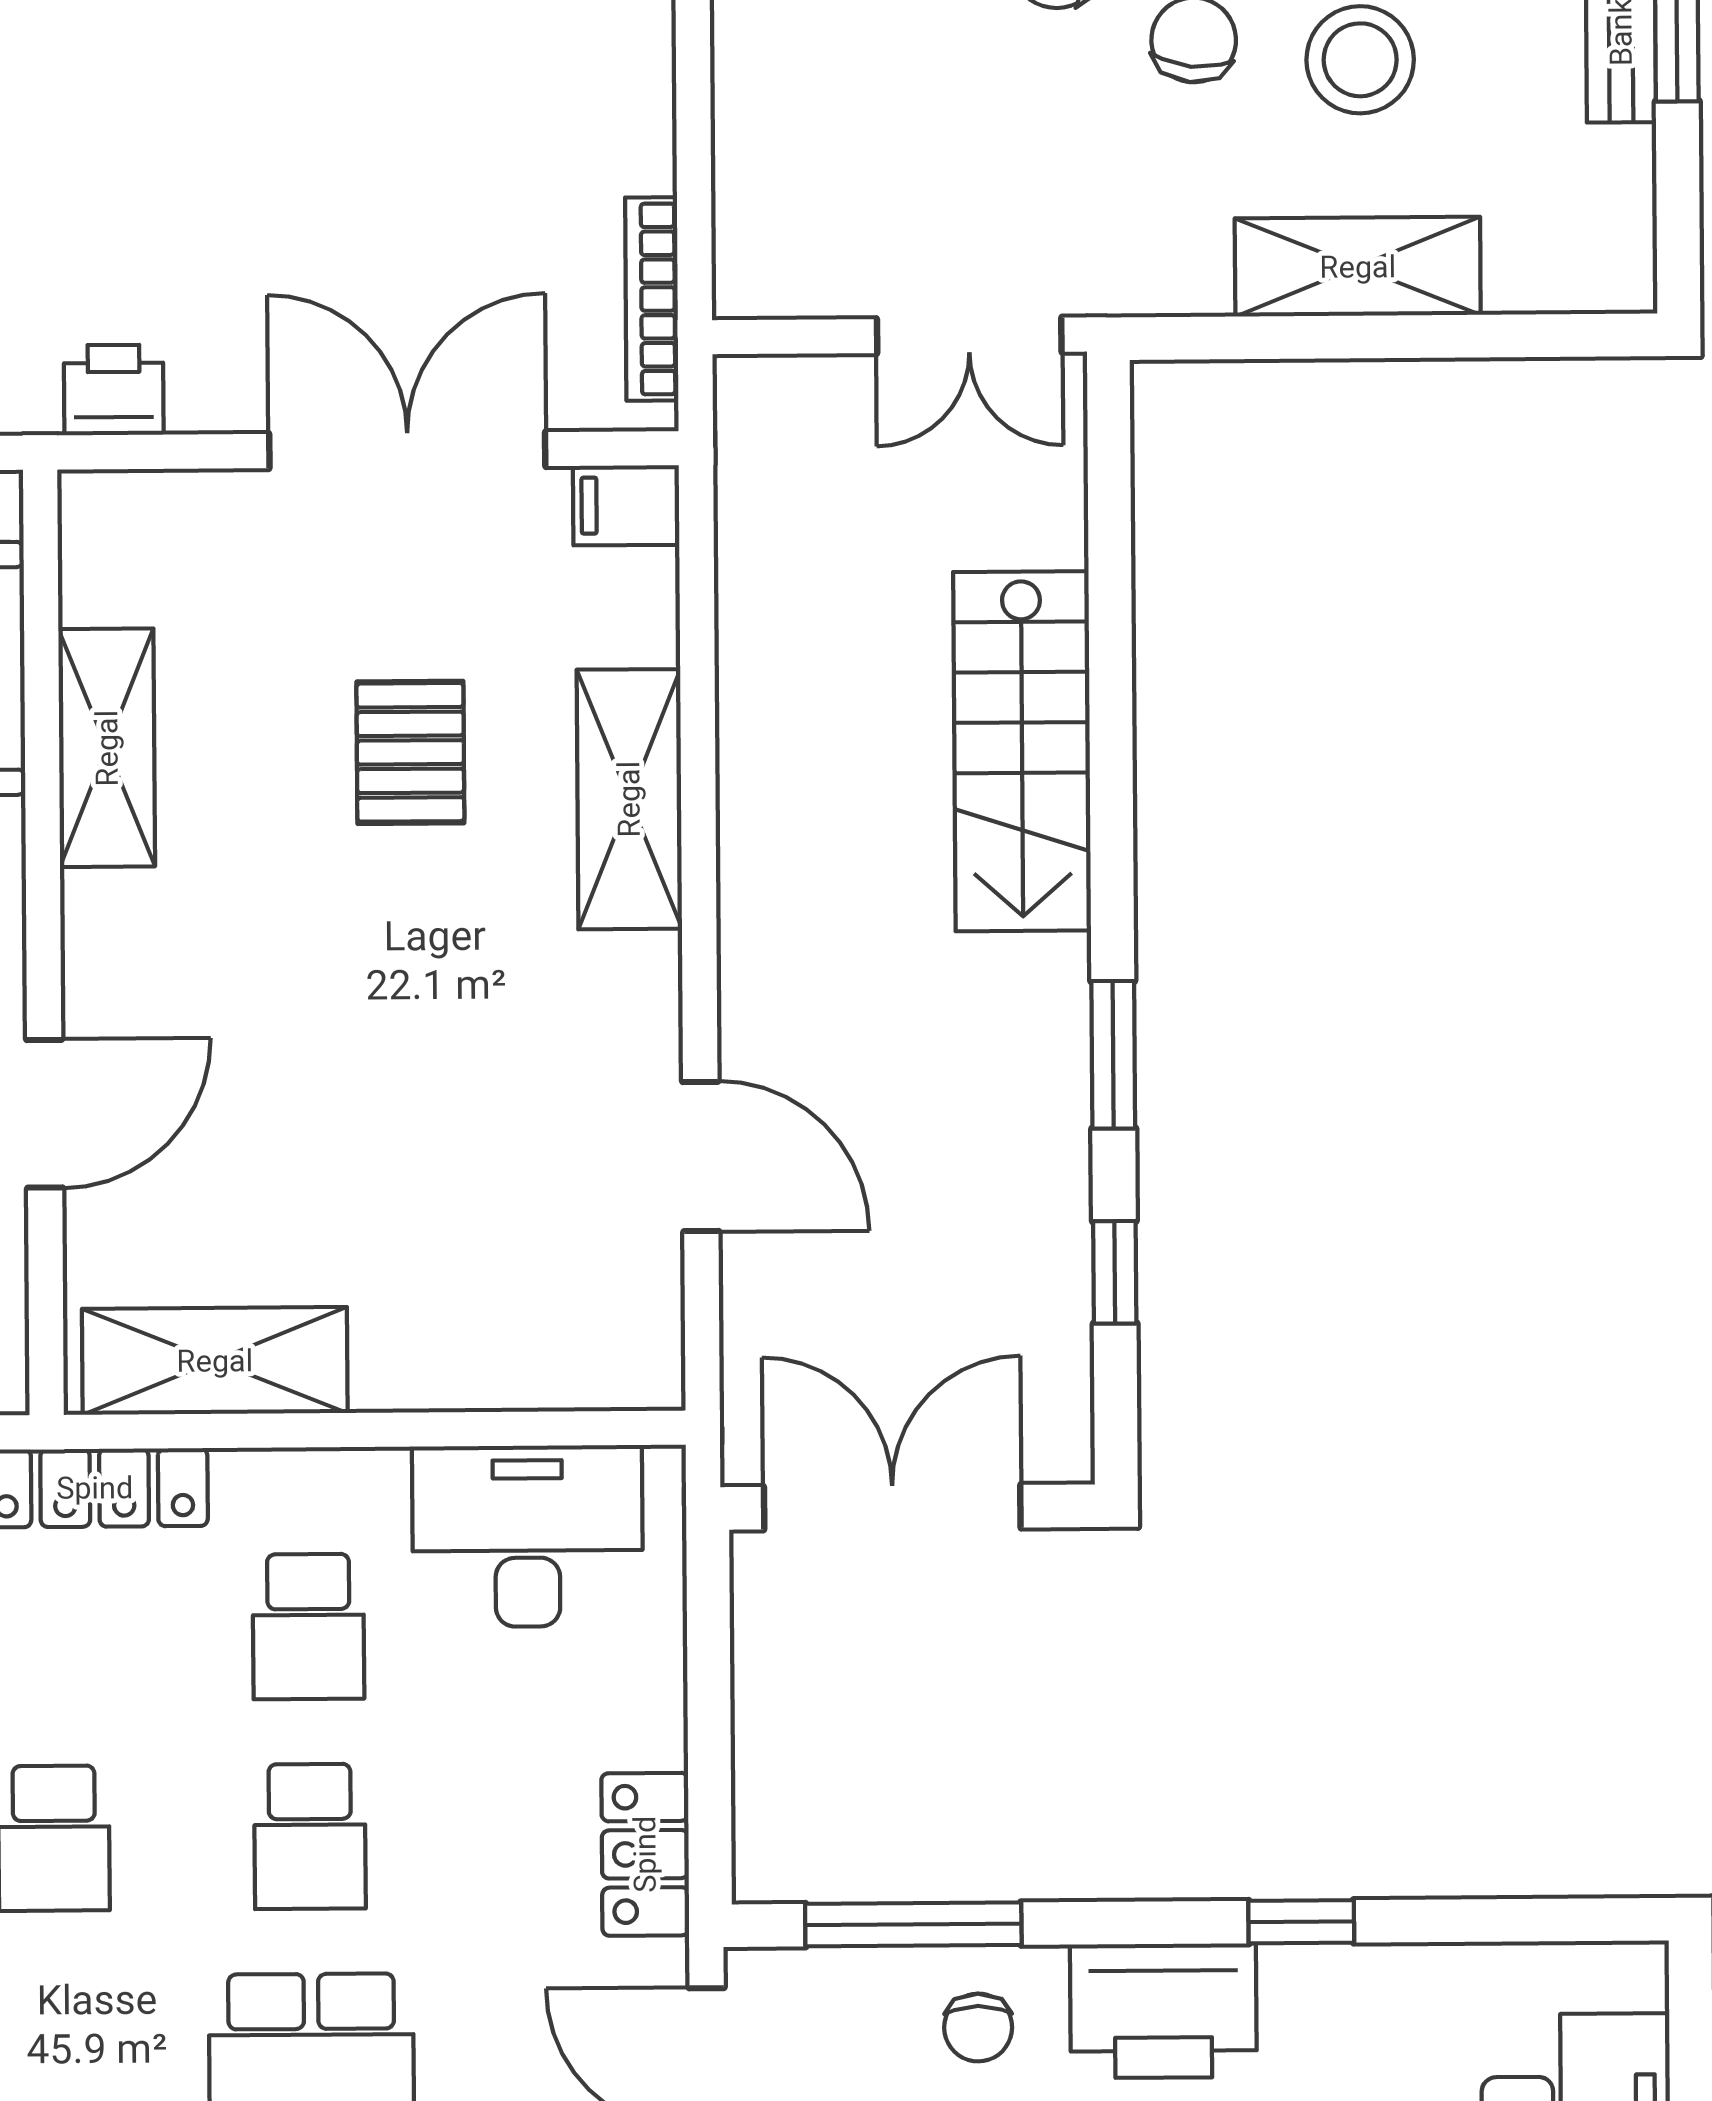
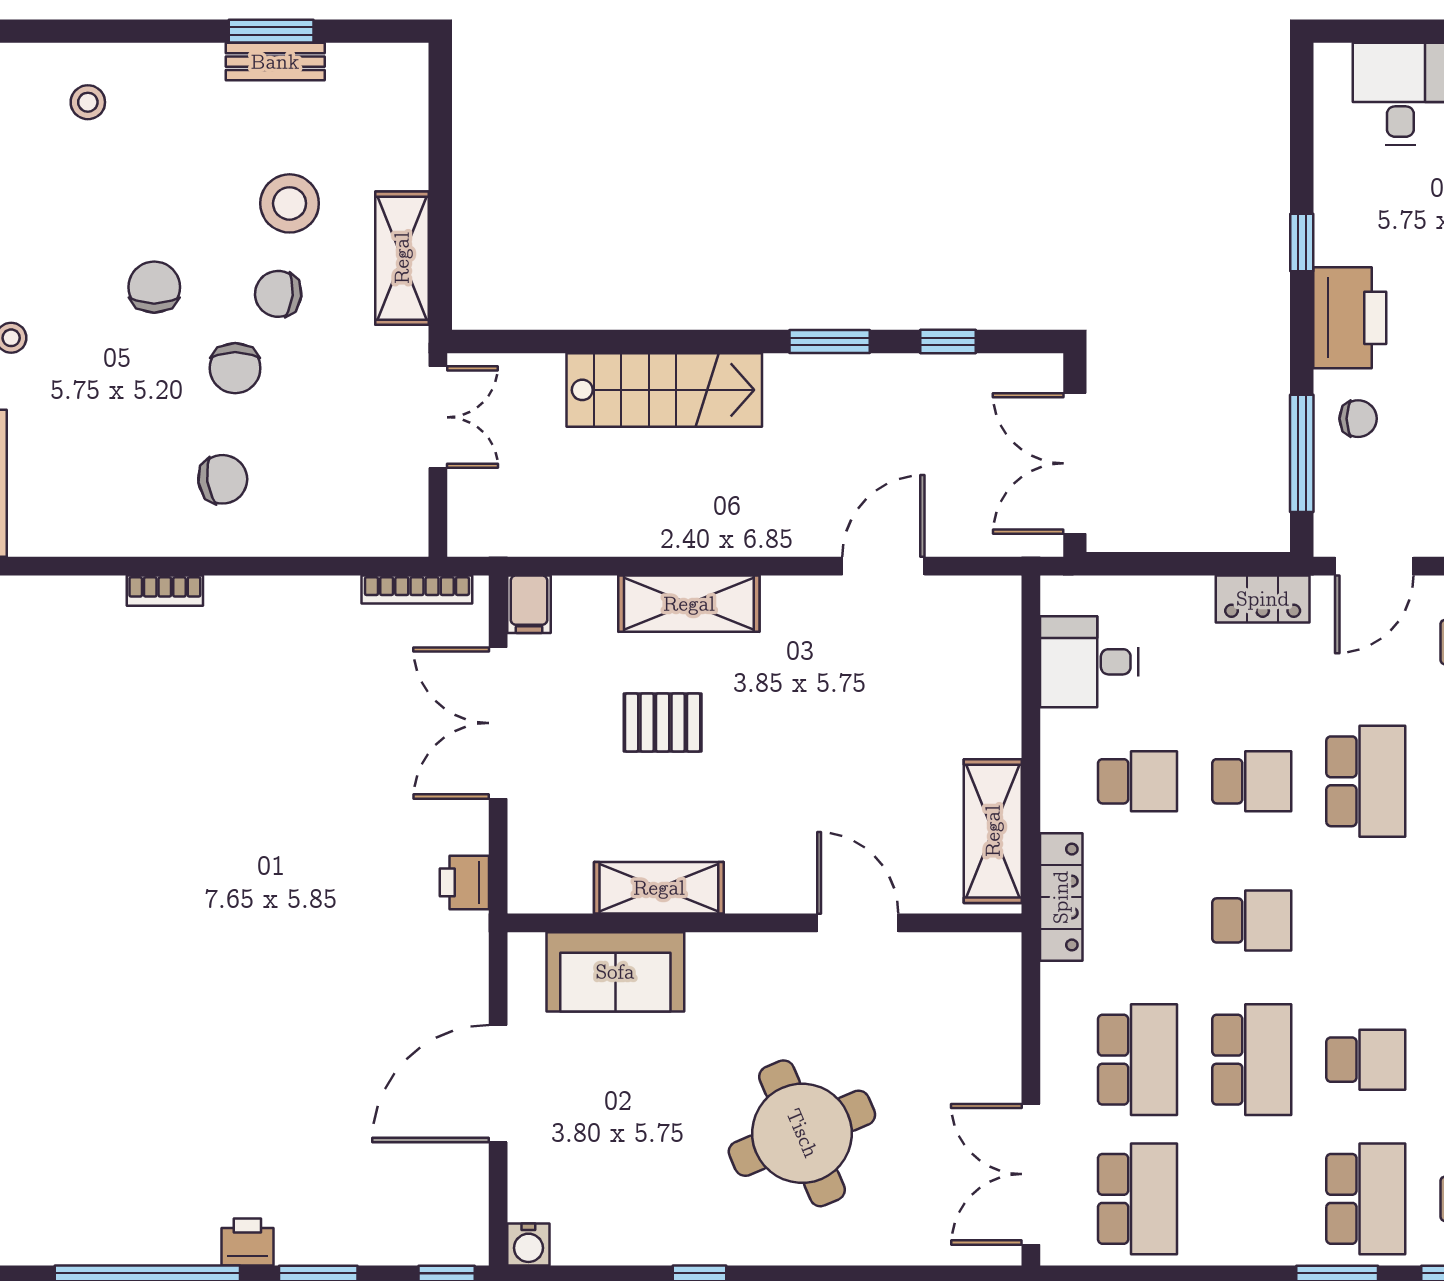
shelving: (1358, 267) -> (402, 258), moved
desk: (528, 1536) -> (1089, 662), width x0.73

